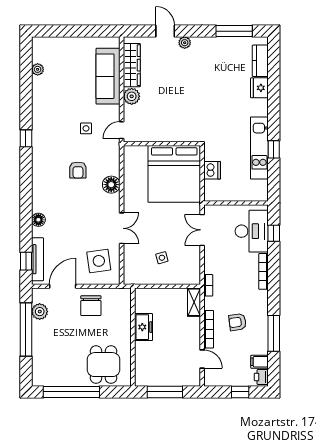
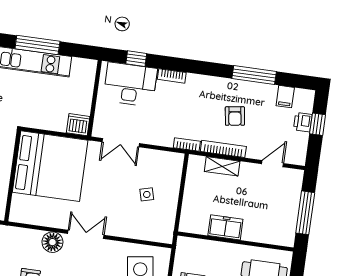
window: (274, 149) -> (37, 45), width x2.17
dishwasher: (212, 170) -> (78, 125), moved
double door: (122, 228) -> (86, 234), moved
bookcase: (264, 271) -> (172, 76), width x0.64
shelving: (194, 302) -> (222, 166), moved
bookcase: (209, 329) -> (223, 149), moved
printer: (261, 377) -> (303, 122), moved, turned 90

